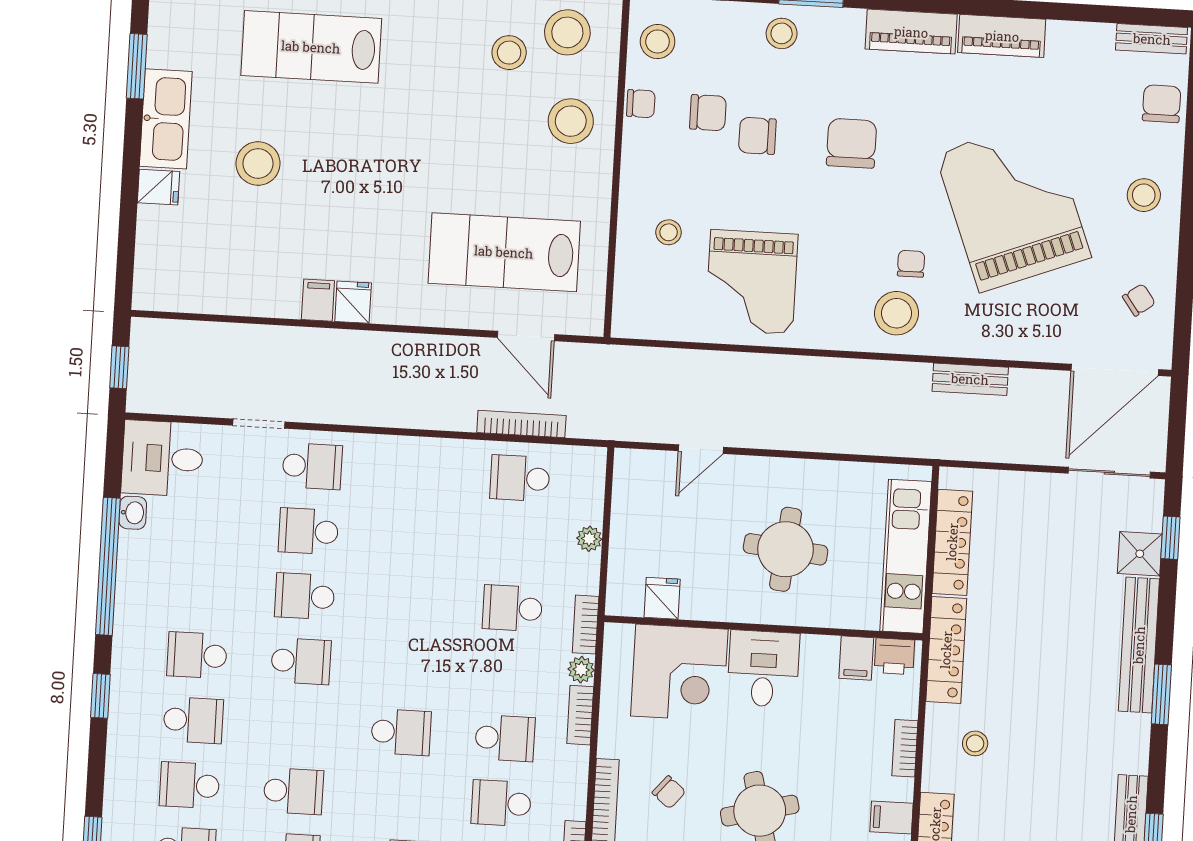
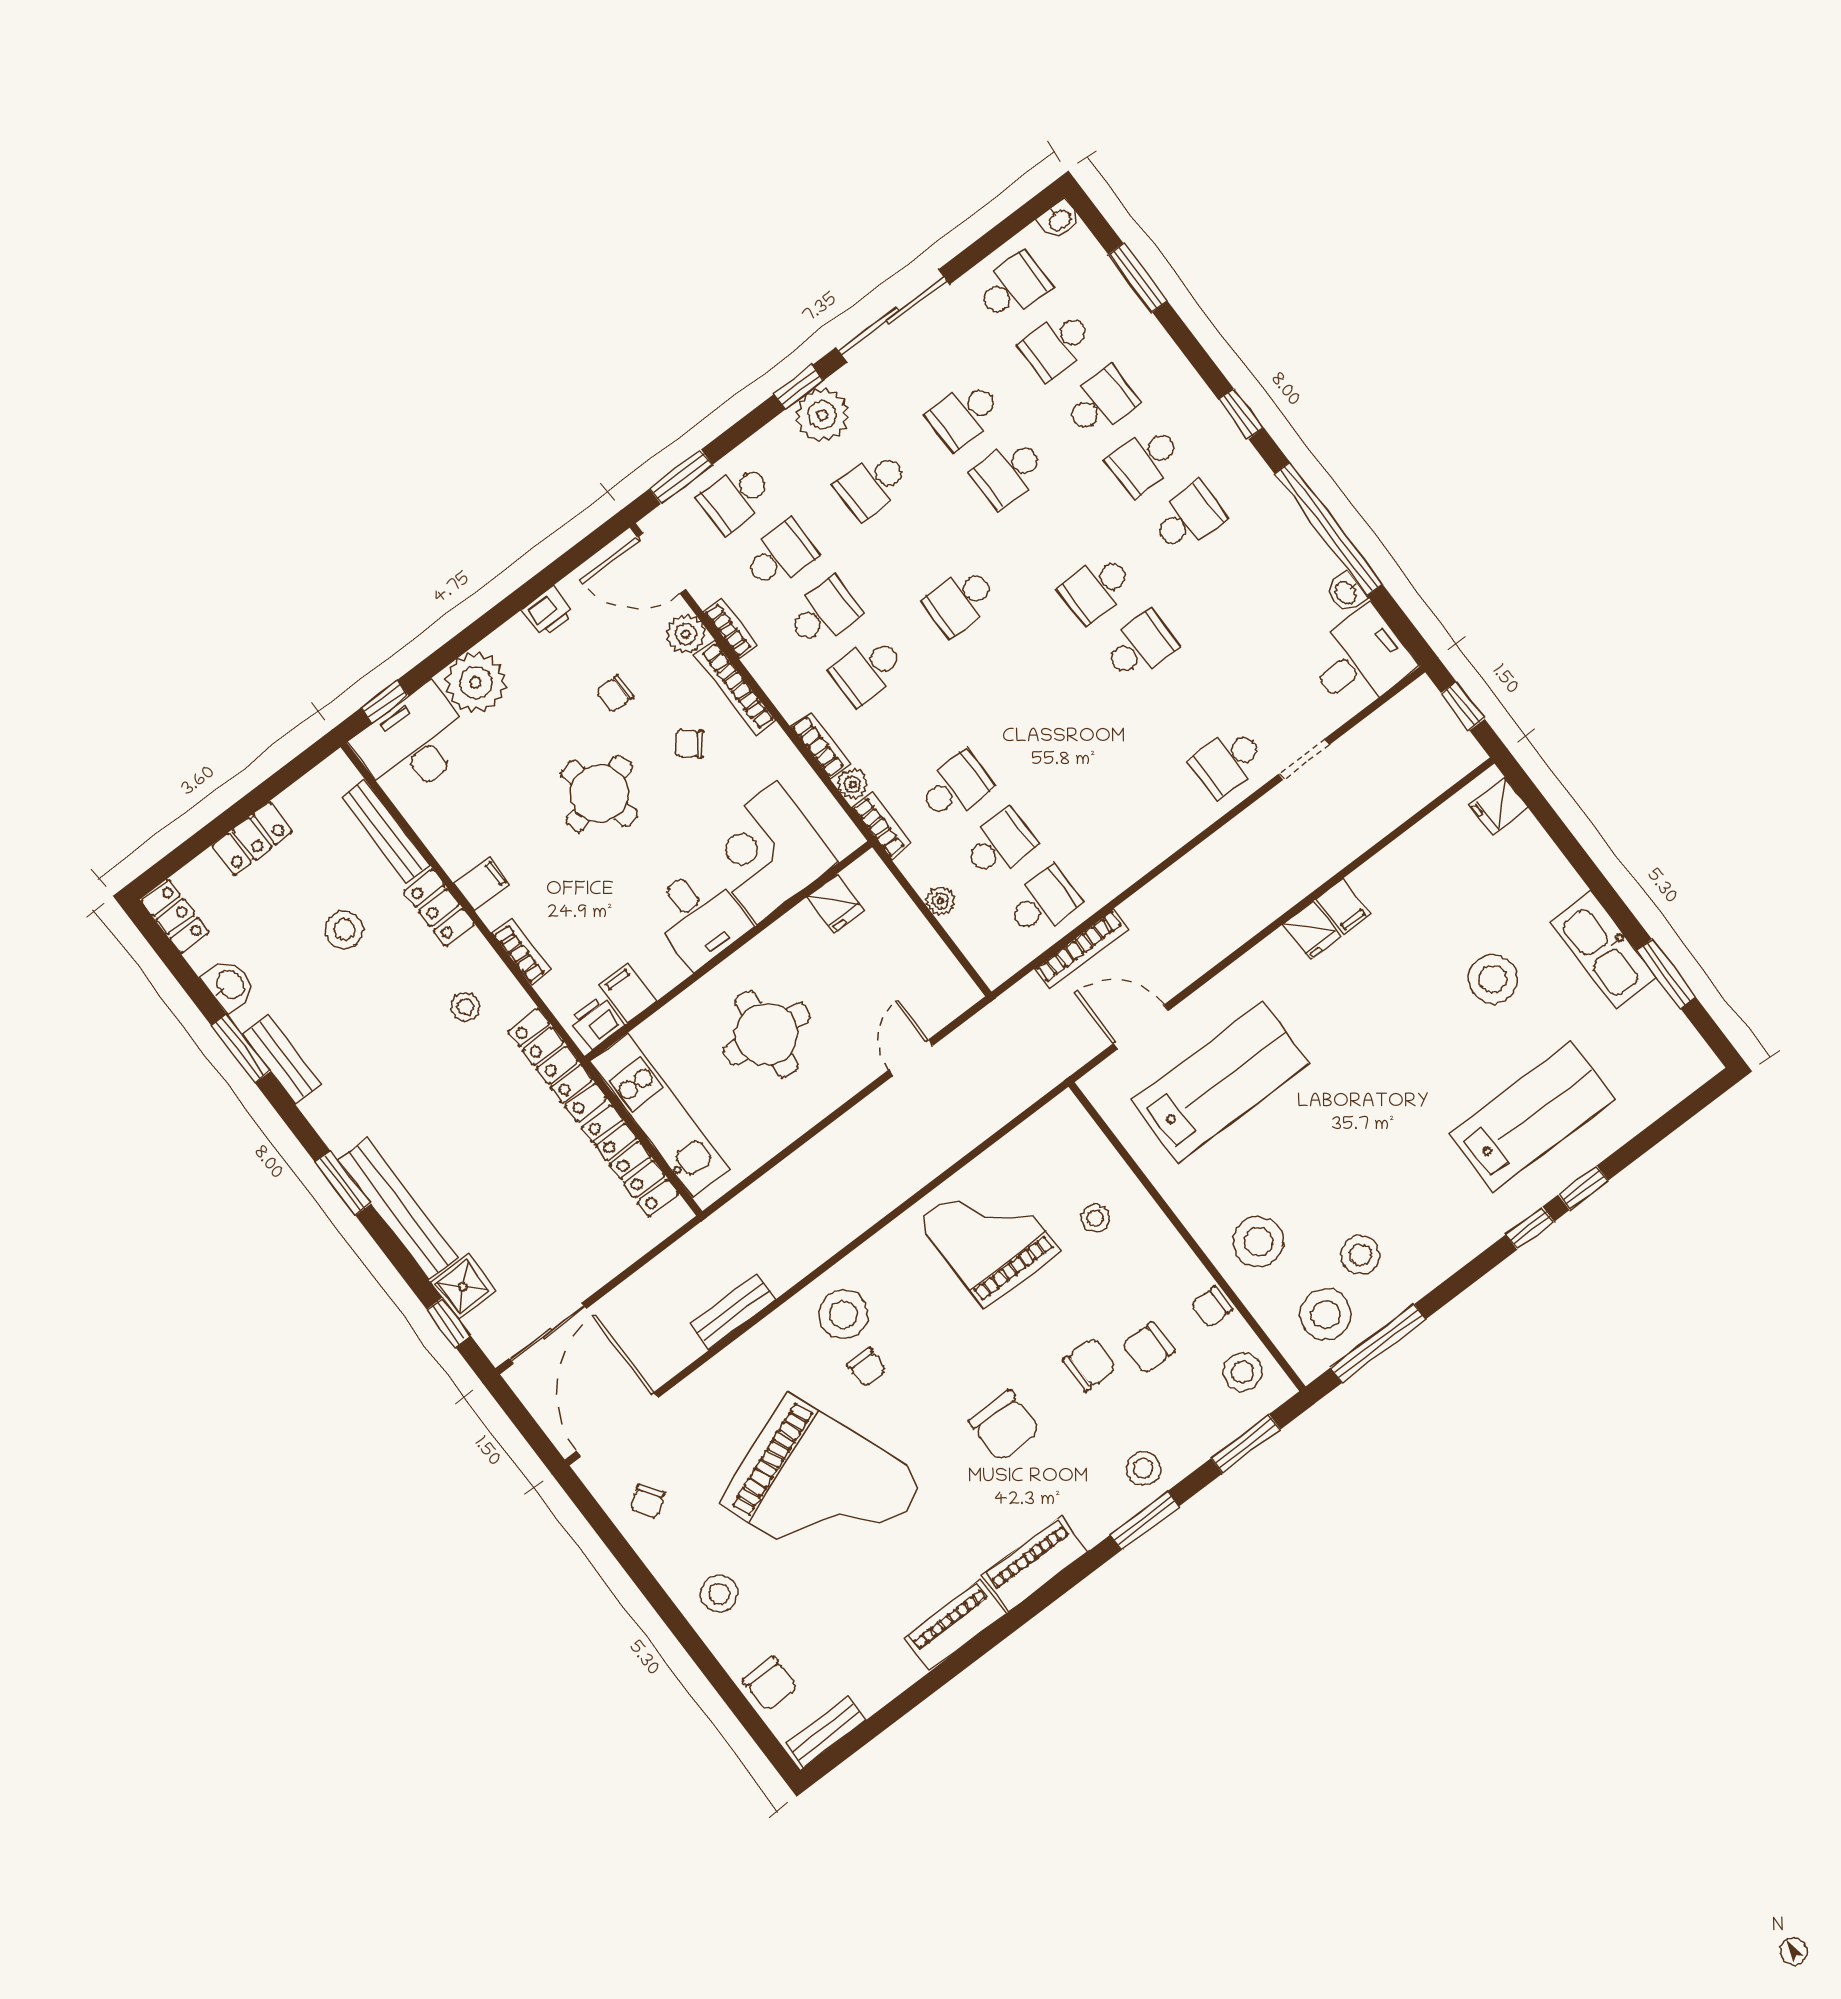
fridge: (158, 187) -> (1499, 806), moved
school desk: (308, 531) -> (999, 844), moved

